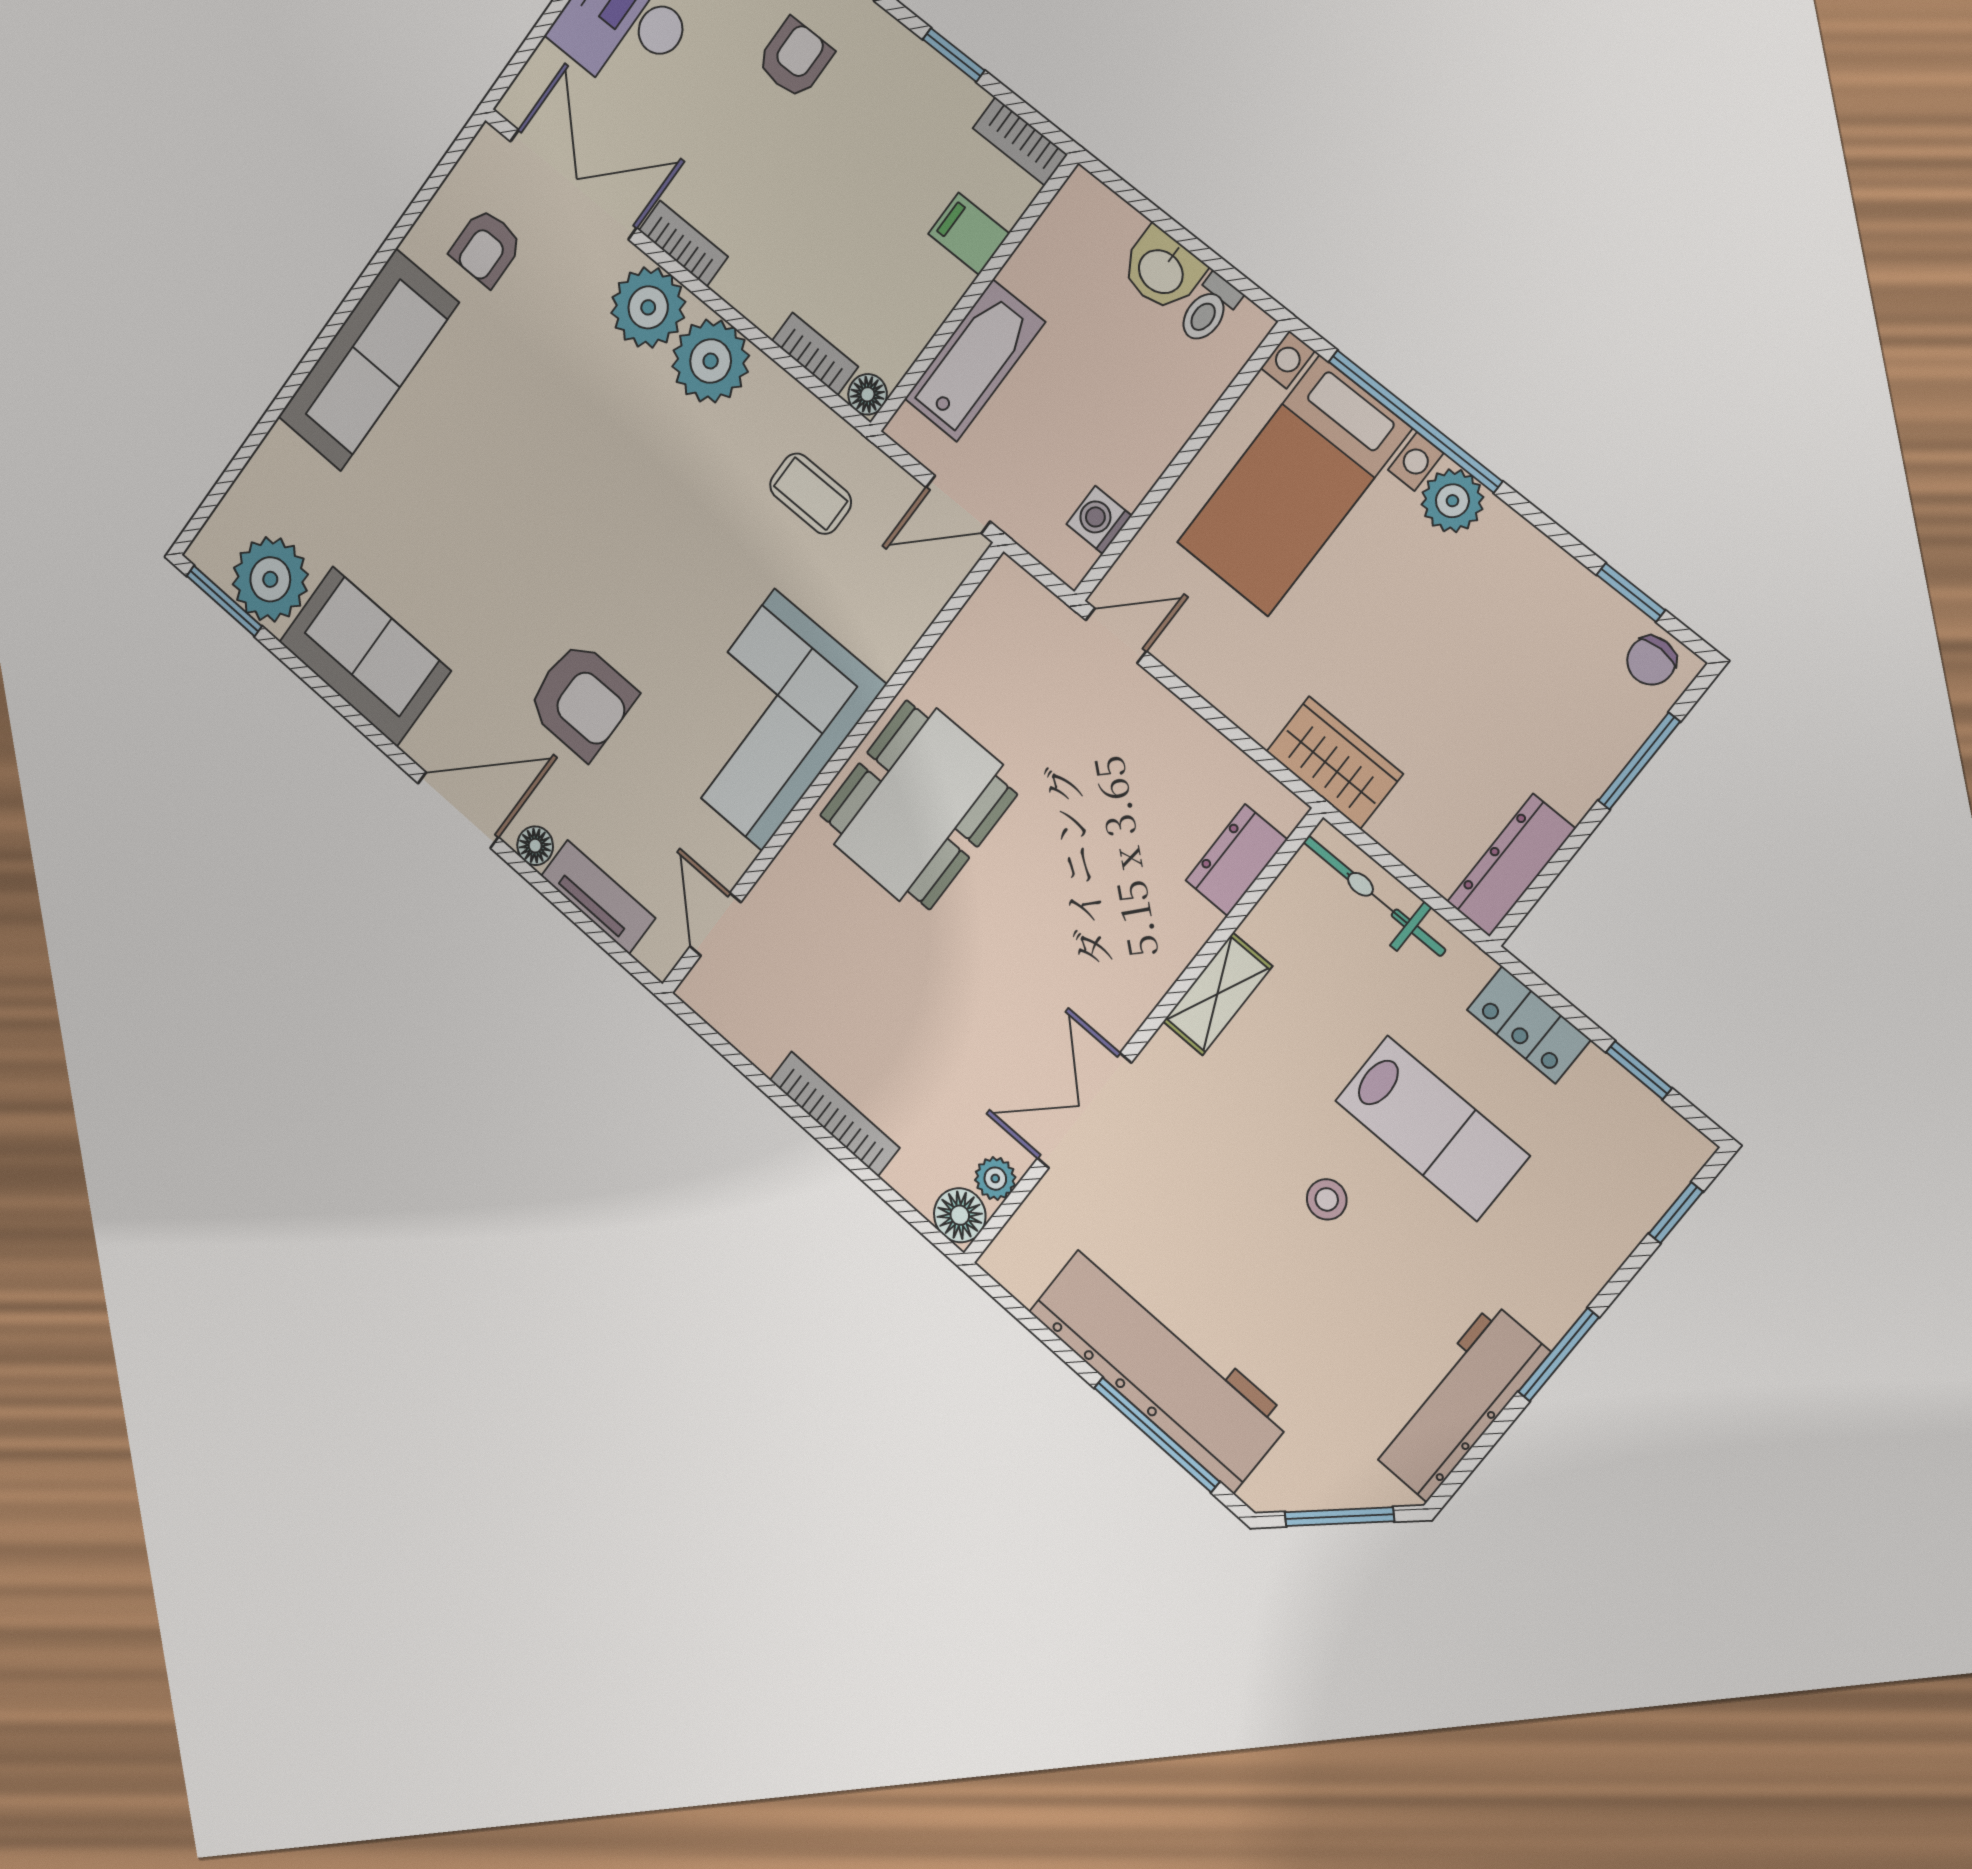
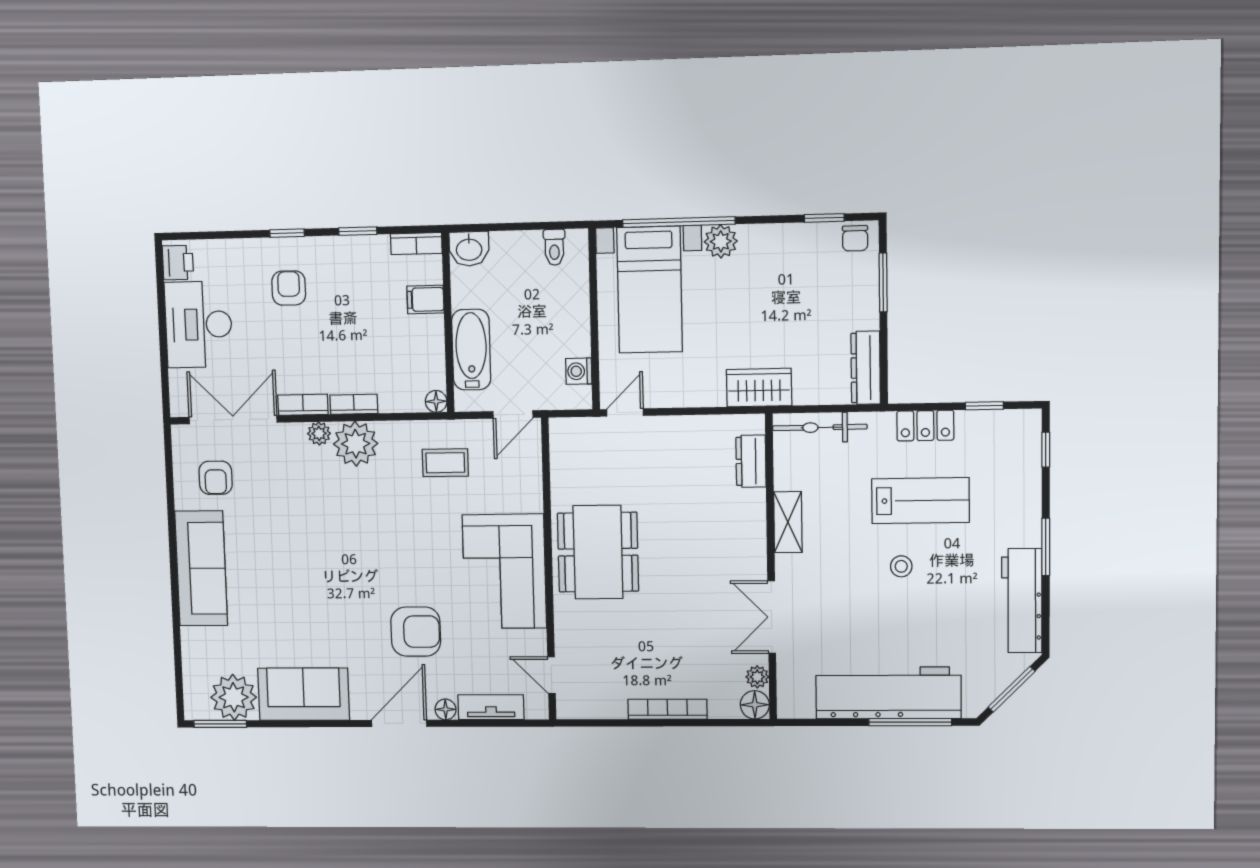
washbasin: (1162, 270) -> (469, 249), moved
plant: (648, 307) -> (319, 433), width x0.53, depth x0.53
bookcase: (815, 354) -> (354, 404), moved

